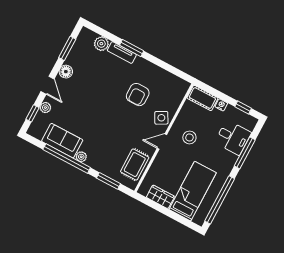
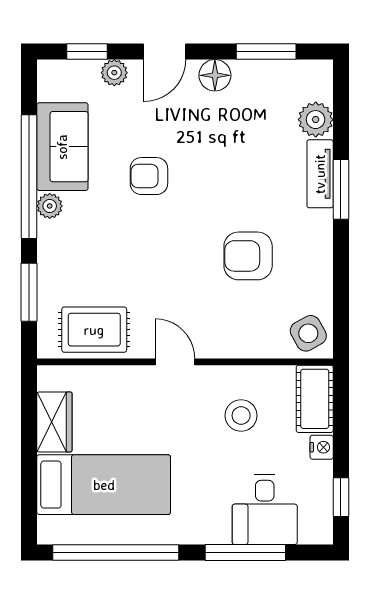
armchair: (90, 115) -> (149, 176), added
side table: (161, 118) -> (308, 333), moved
stool: (189, 137) -> (241, 416), moved

